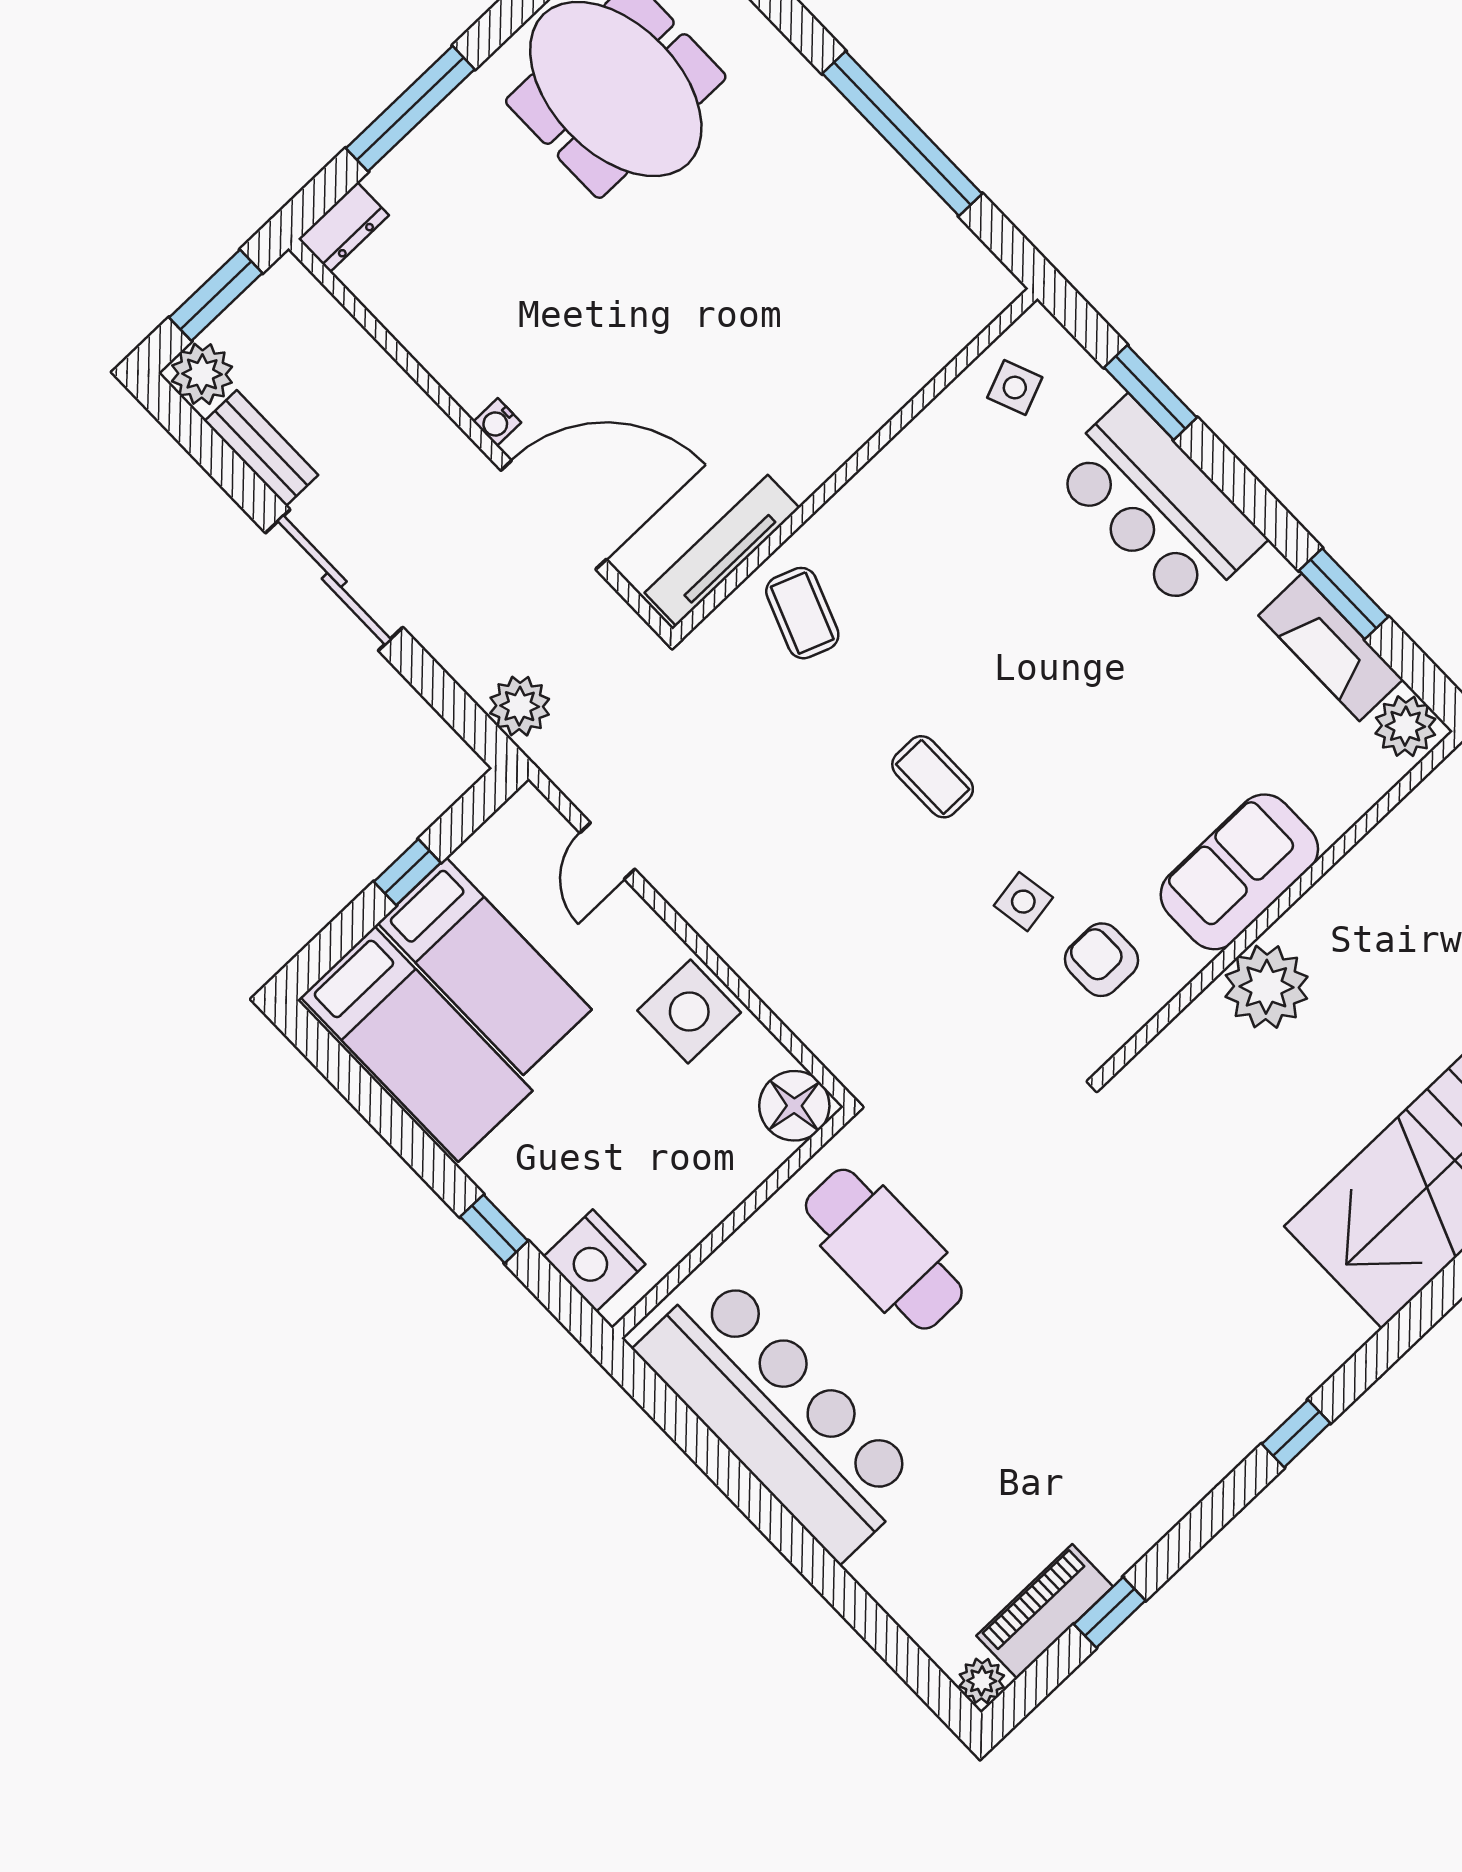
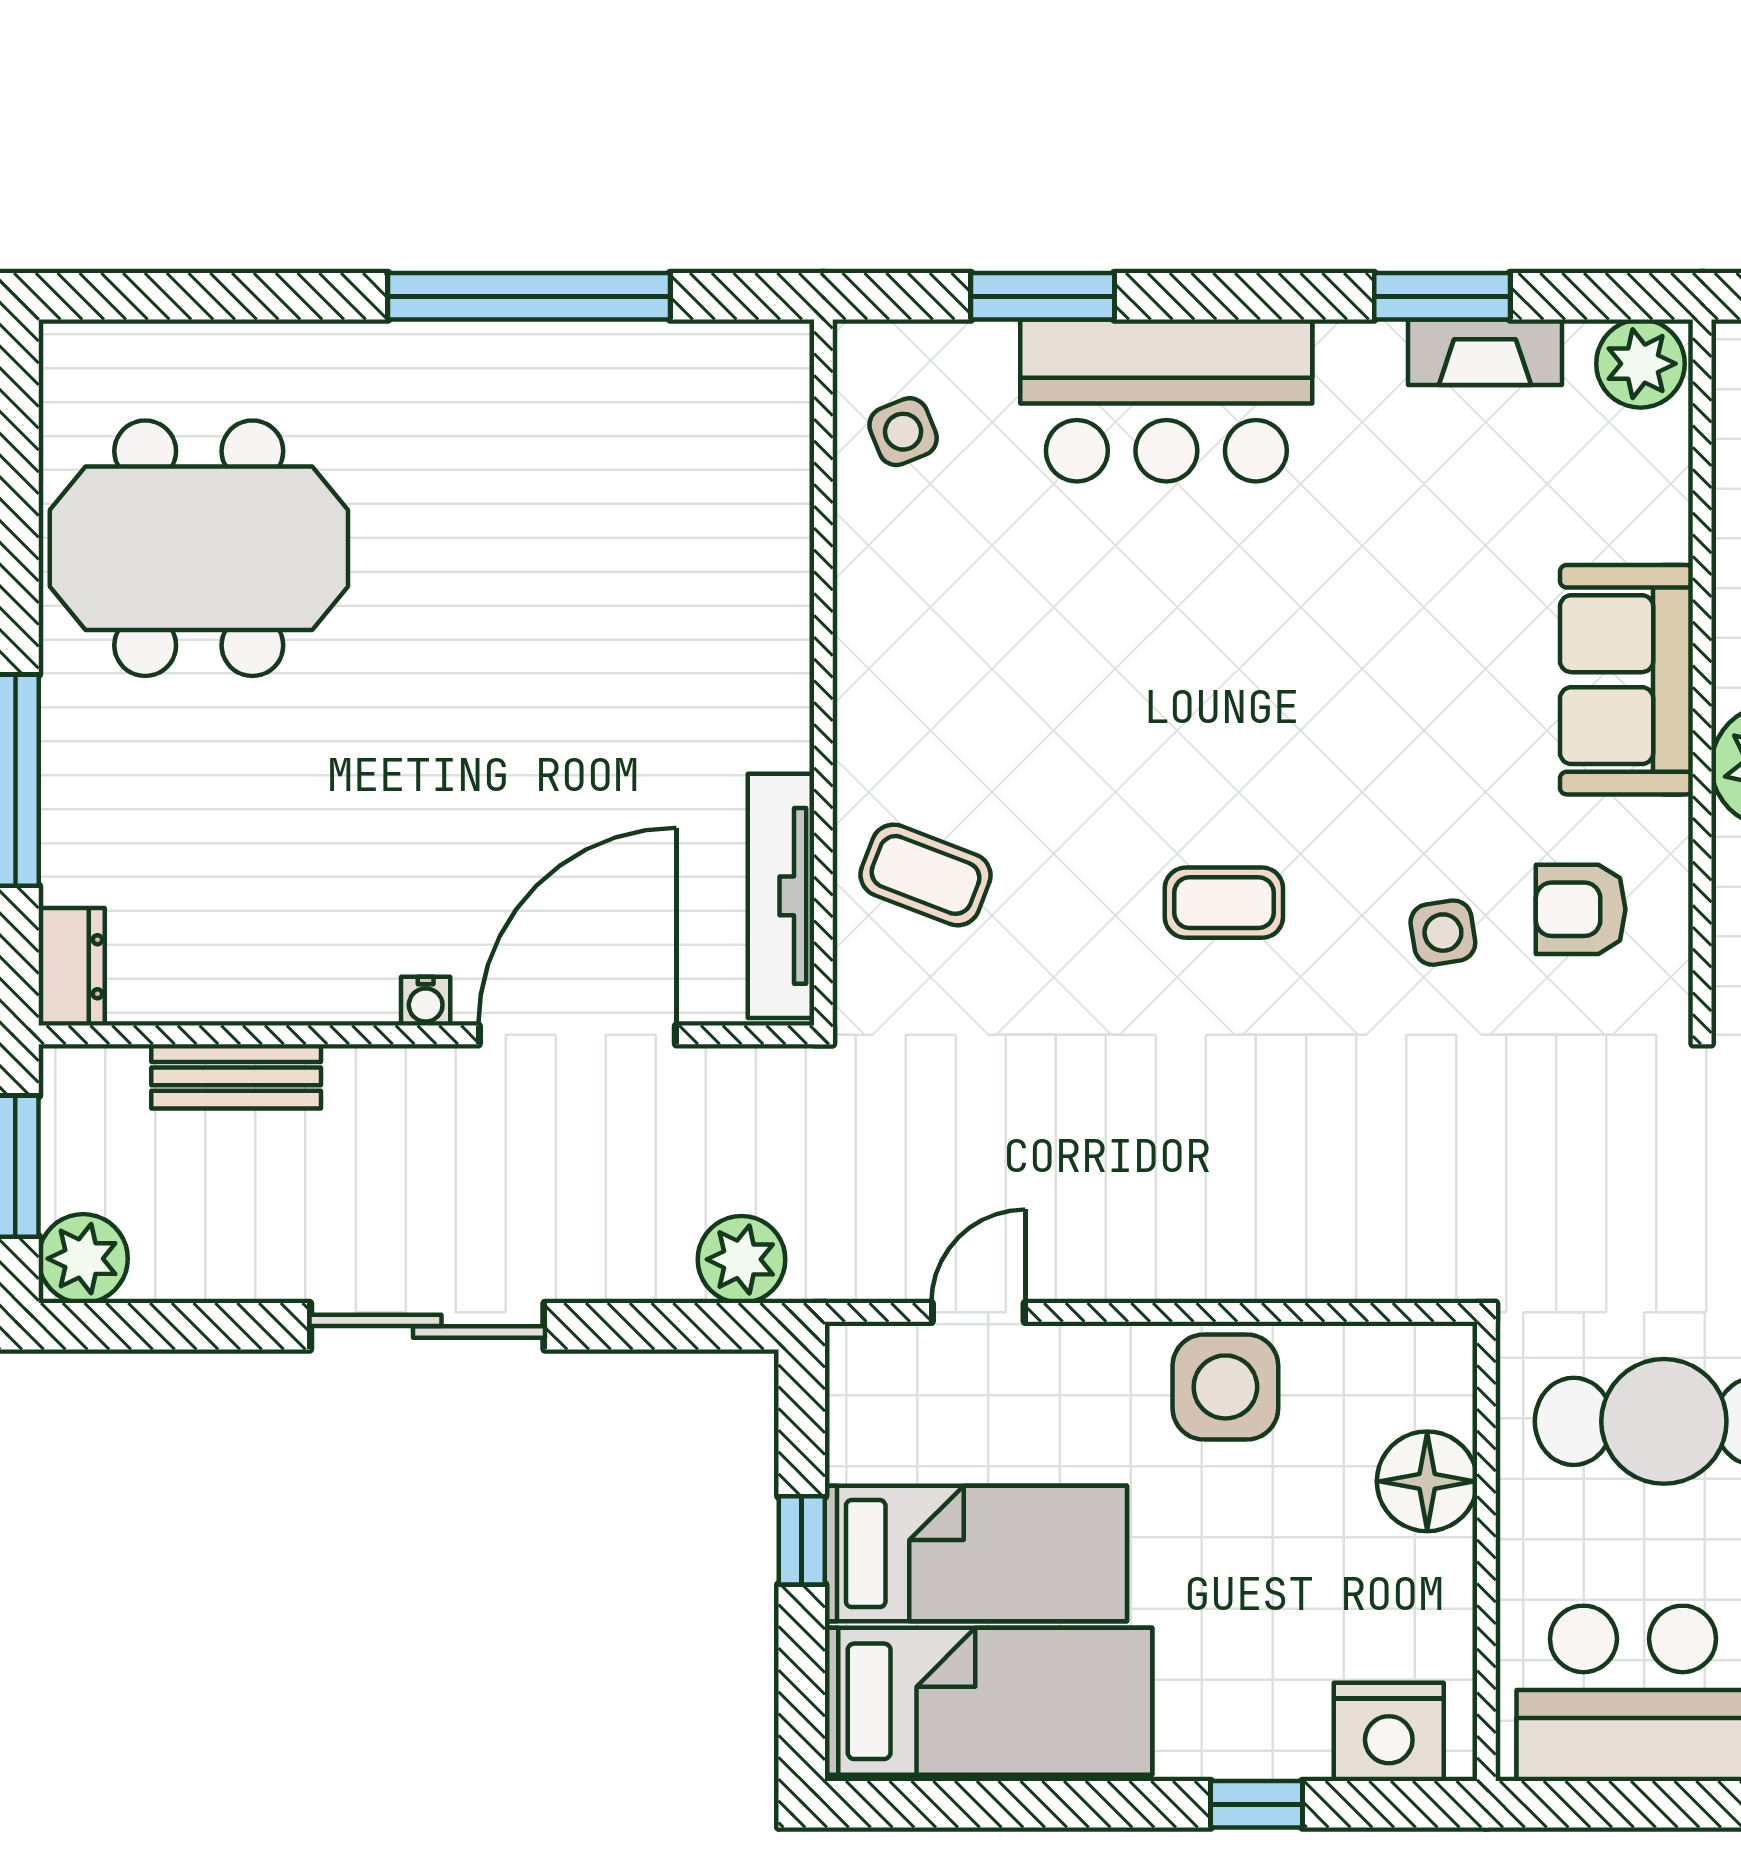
bench: (261, 448) -> (236, 1076), moved
fireplace: (1331, 647) -> (1485, 352), width x0.73, depth x0.76
door: (607, 851) -> (978, 1312), swing flipped
floor lamp: (794, 1106) -> (1427, 1481), moved

